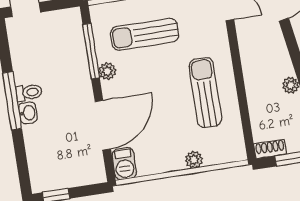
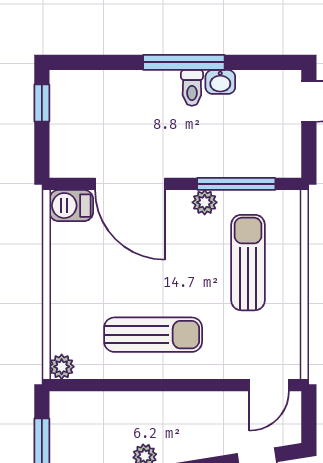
washbasin: (28, 113) -> (220, 82), moved
shoe rack: (270, 149) -> (60, 413), removed
plant: (194, 160) -> (62, 367), moved

